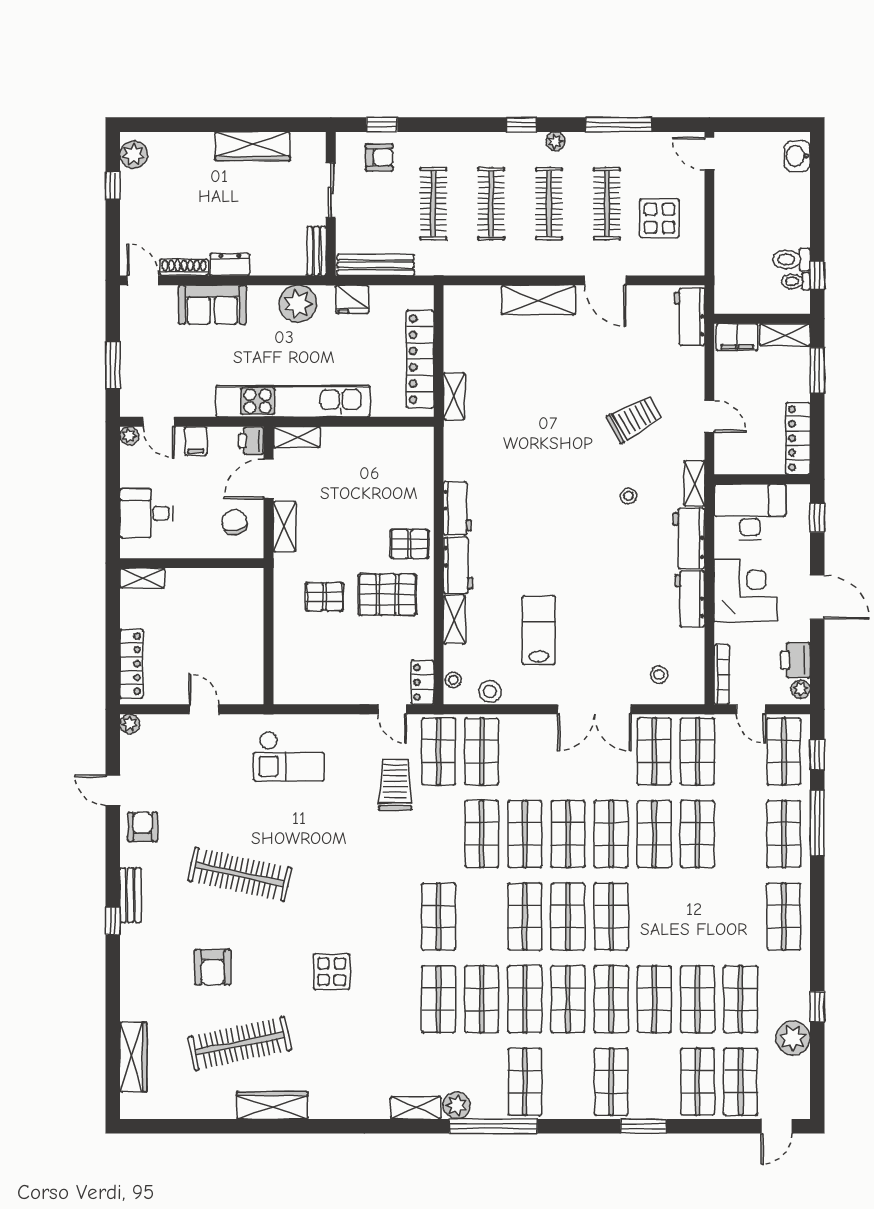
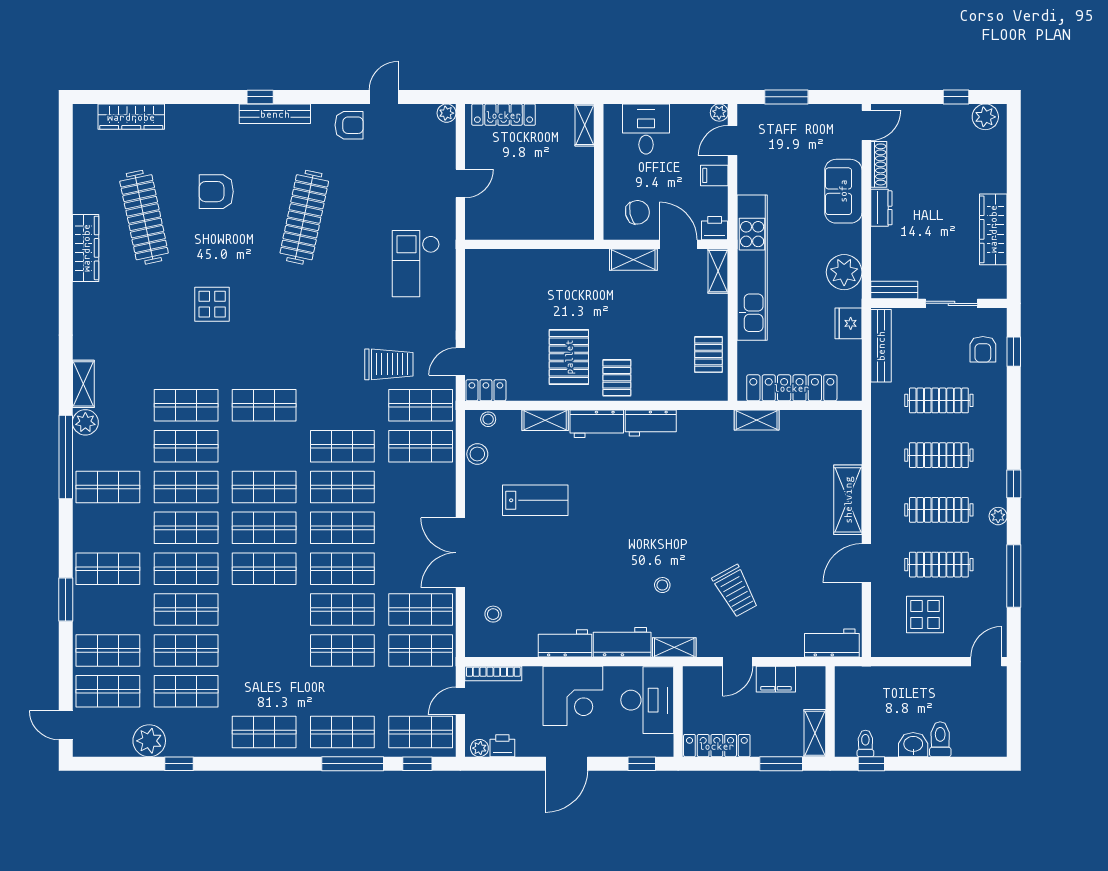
washbasin: (797, 156) -> (913, 745), moved
toilet: (791, 259) -> (940, 739), moved
filing cabinet: (737, 337) -> (776, 679), moved, turned -90
pallet: (324, 597) -> (708, 355), moved
printer: (795, 660) -> (502, 746), width x0.73, depth x0.81
bench: (130, 895) -> (275, 114), width x1.36

